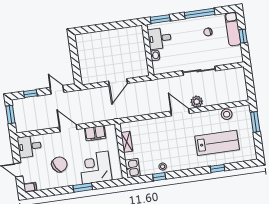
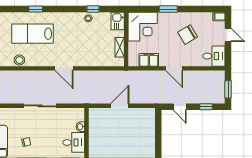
plant: (197, 102) -> (47, 76), removed
corner desk: (95, 168) -> (143, 27), moved

